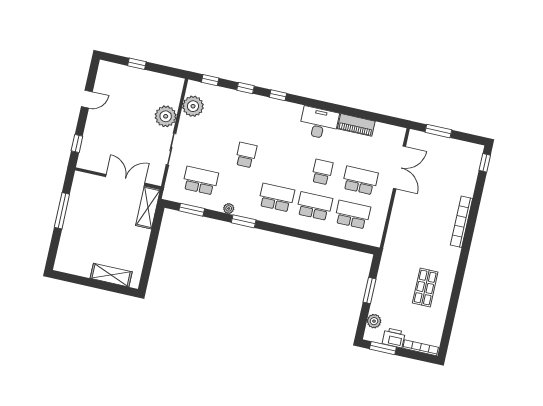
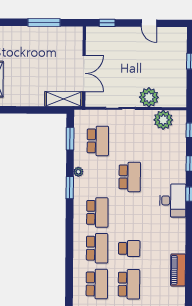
desk: (319, 123) -> (173, 200), moved
school desk: (246, 155) -> (130, 177), width x1.85

